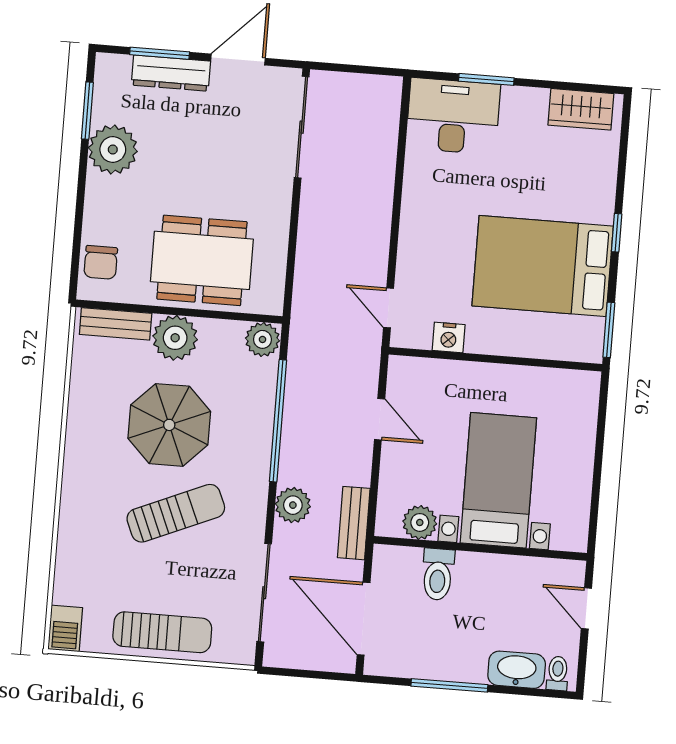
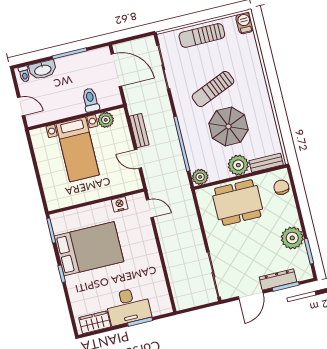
desk: (453, 116) -> (128, 306), moved
plant: (293, 505) -> (163, 109), removed
bench: (354, 523) -> (139, 131), moved

